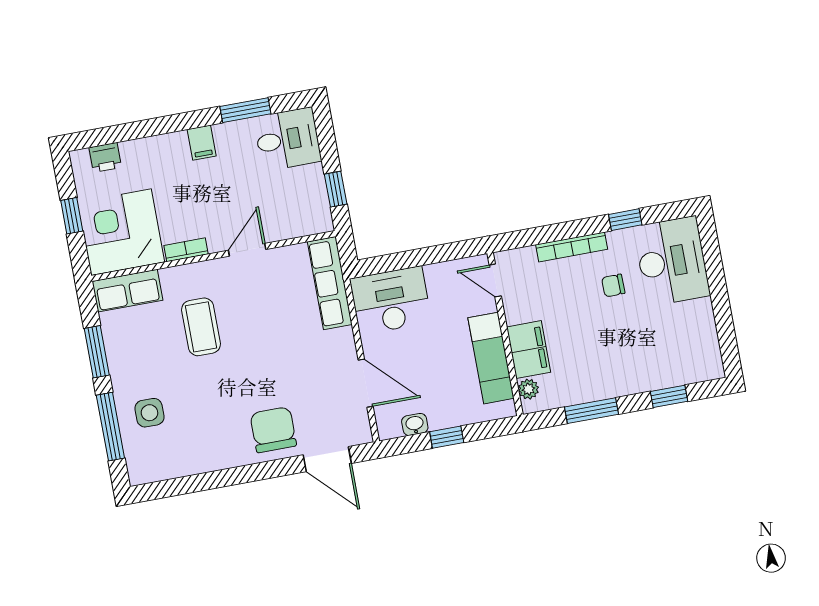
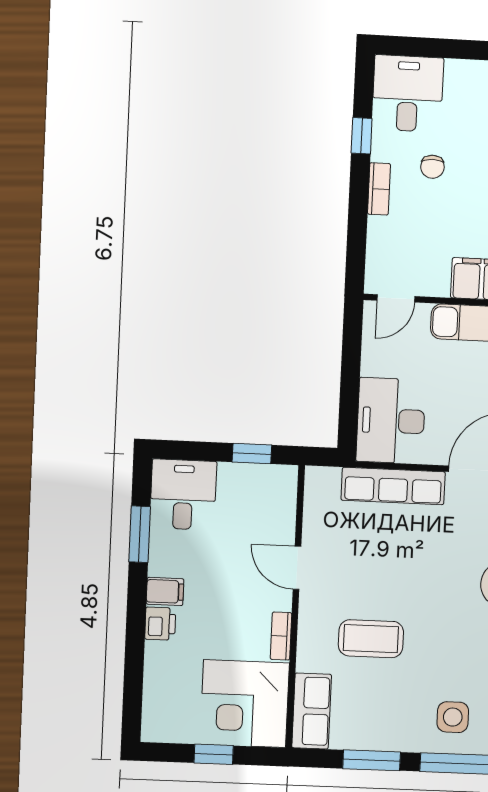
printer: (105, 157) -> (160, 624), moved
bookcase: (572, 247) -> (379, 189), width x0.64
desk: (672, 261) -> (408, 94), width x0.73
row of seats: (330, 283) -> (393, 486), moved

